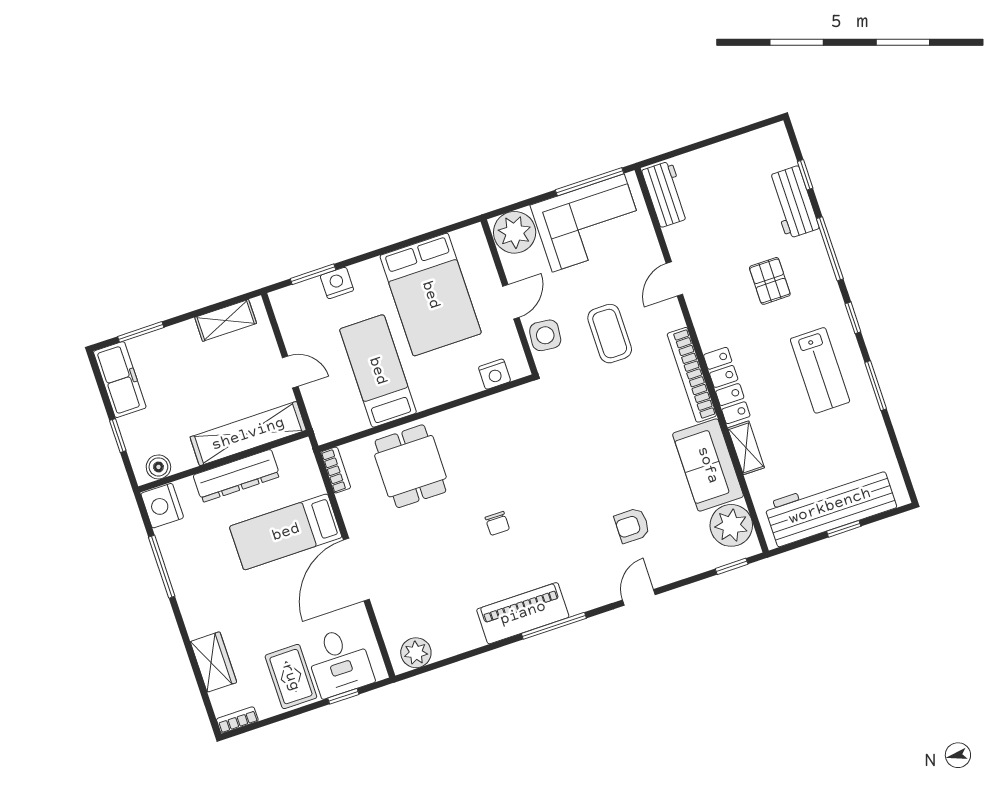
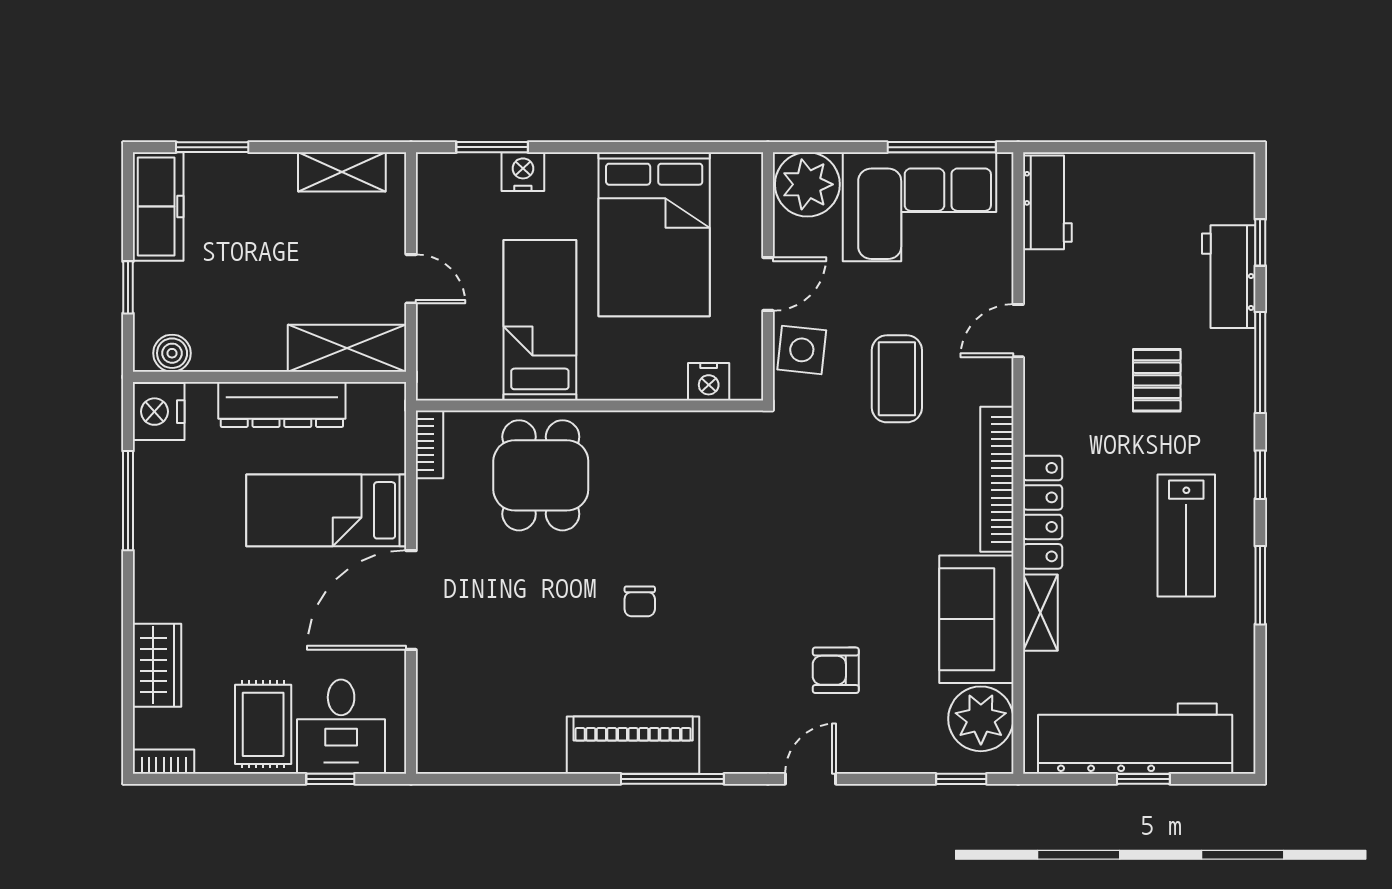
shelving: (248, 434) -> (347, 348), width x0.68
plant: (416, 653) -> (457, 751), removed

